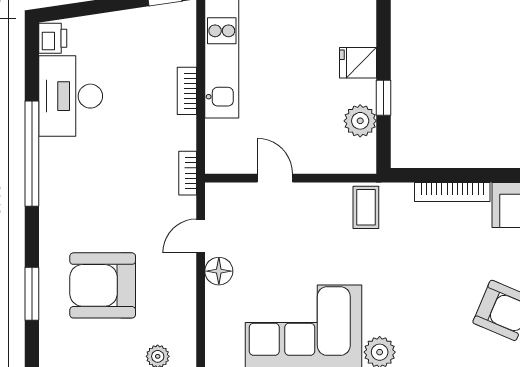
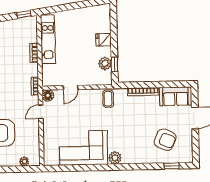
window: (383, 98) -> (115, 64), moved
door: (275, 178) -> (71, 88), swing flipped
floor lamp: (219, 271) -> (48, 95), moved

